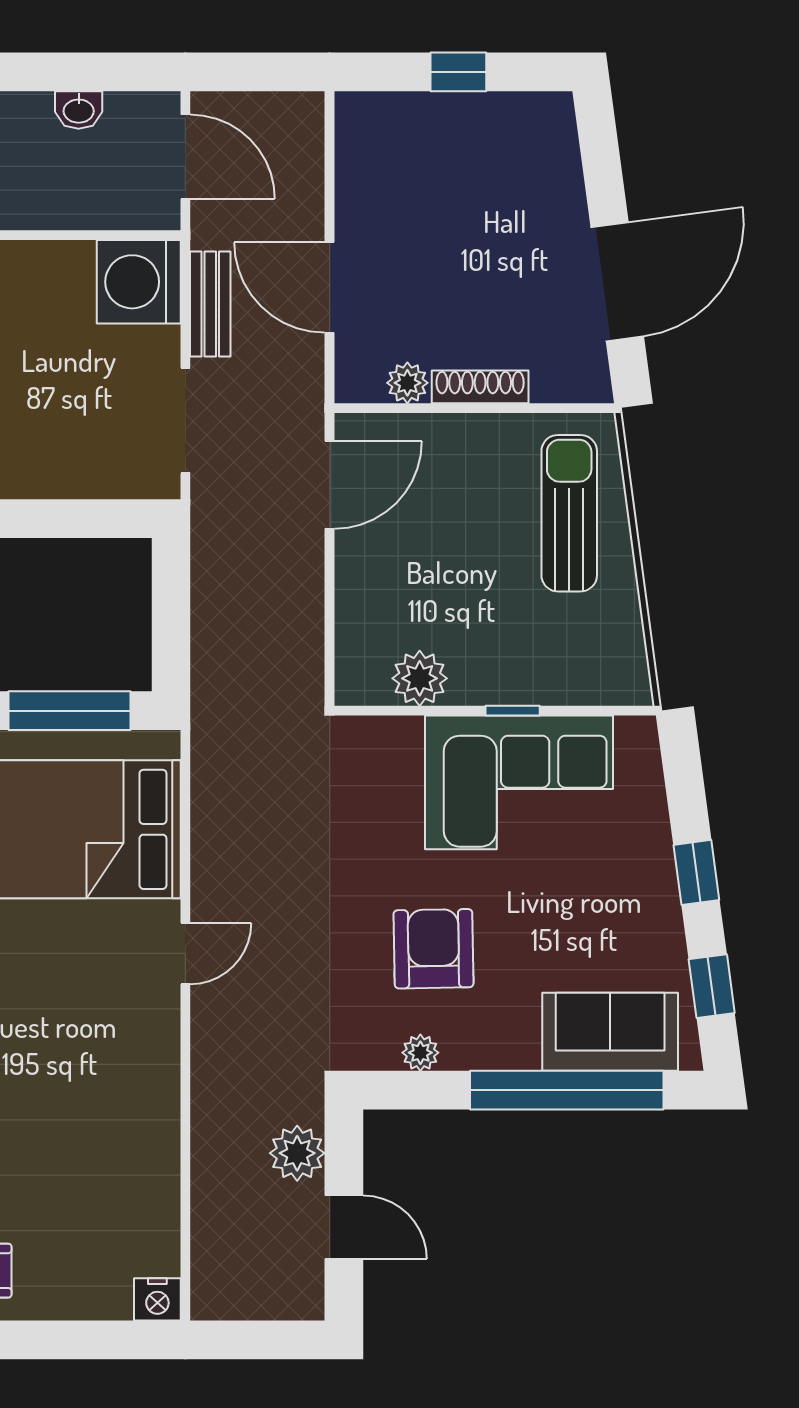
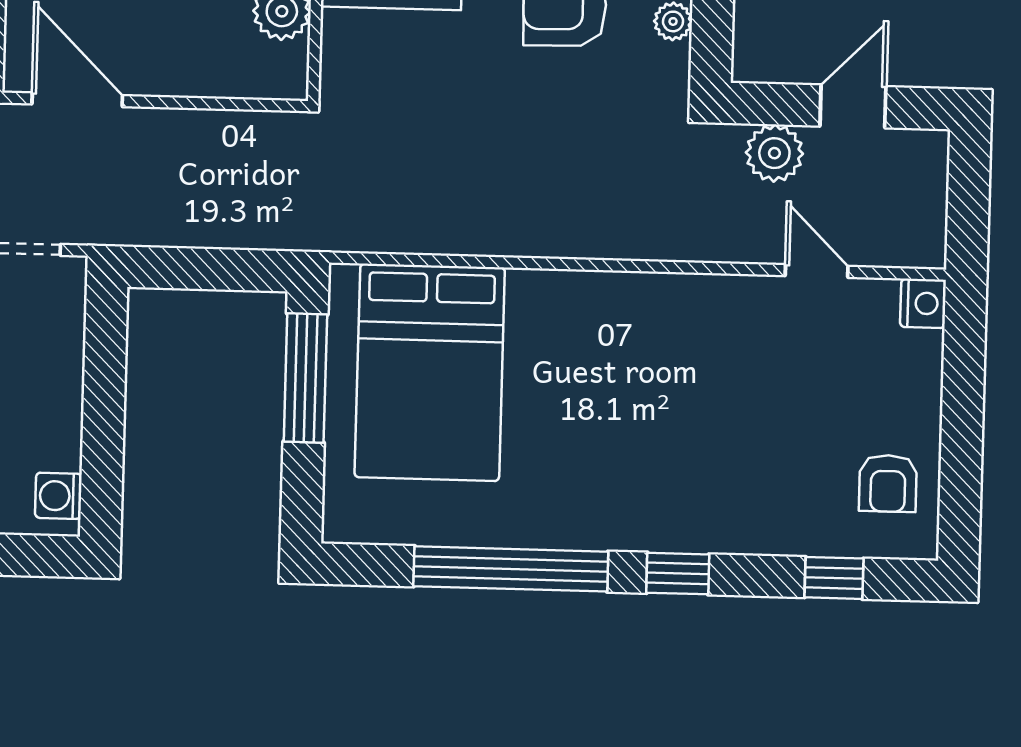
door: (185, 954) -> (817, 271), moved

